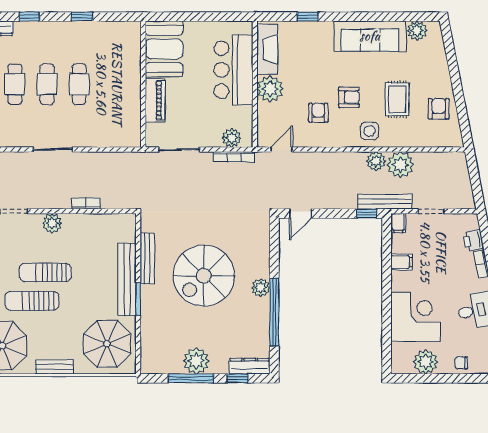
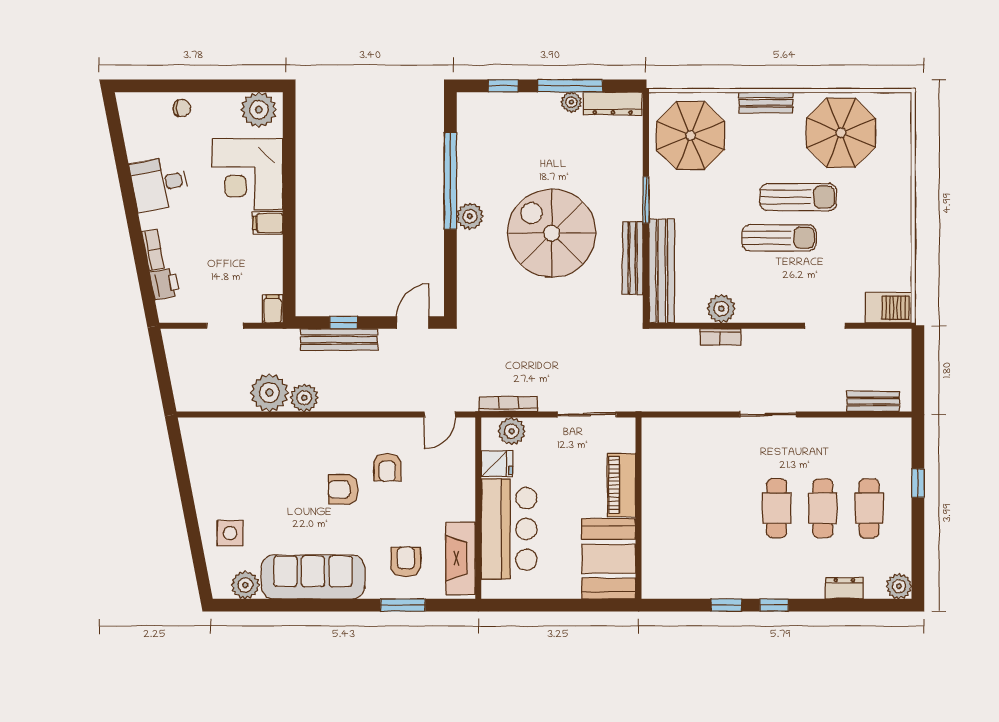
window: (29, 17) -> (774, 605), moved
window: (307, 17) -> (403, 605), width x1.50
cafe table: (79, 84) -> (730, 508), removed
plant: (270, 89) -> (456, 501), removed
rug: (397, 99) -> (274, 486), removed
armchair: (439, 109) -> (406, 562), moved, turned 180
fridge: (242, 115) -> (497, 464), added
side table: (369, 131) -> (230, 533), moved
bench: (385, 202) -> (339, 340), moved
window: (367, 214) -> (344, 323), moved
plant: (52, 223) -> (721, 309), moved
filing cabinet: (401, 262) -> (268, 223), moved
spiral stairs: (204, 276) -> (552, 233), turned -90
bench: (127, 279) -> (662, 271), moved
plant: (196, 361) -> (571, 102), width x0.53, depth x0.53
plant: (426, 362) -> (259, 110), moved
dresser: (250, 366) -> (613, 103), moved

